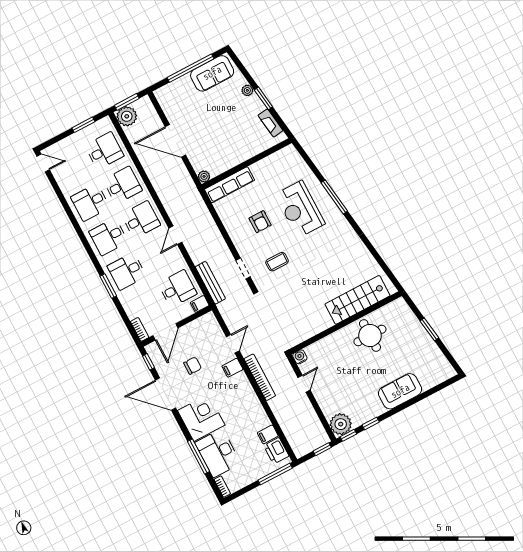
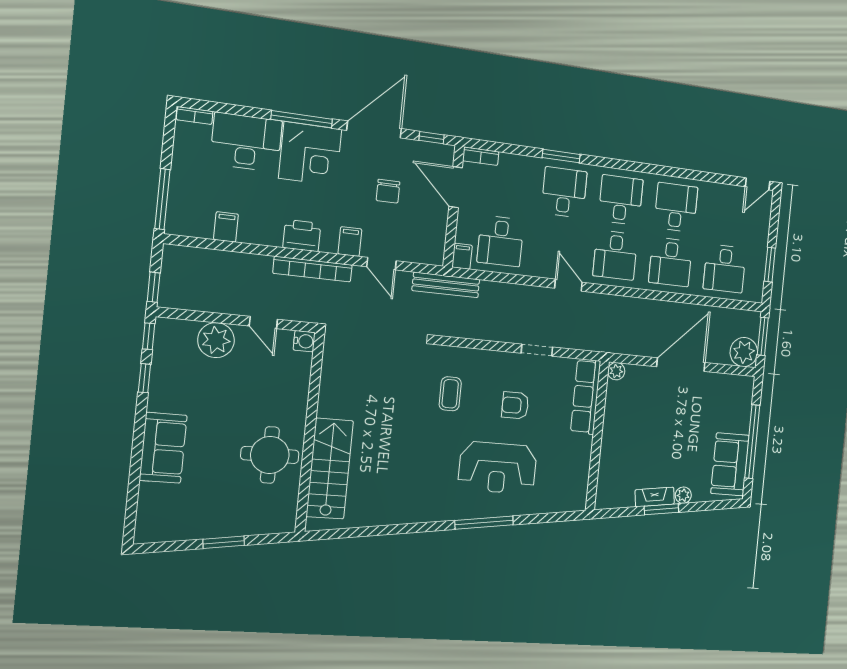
plant: (127, 116) -> (744, 352), moved
fireplace: (270, 123) -> (655, 497), moved
reception desk: (300, 209) -> (498, 468), turned 180
doorway: (243, 269) -> (537, 350), moved
bench: (210, 283) -> (446, 285), moved
plant: (341, 424) -> (216, 340), moved
printer: (276, 451) -> (302, 236), moved
window: (199, 456) -> (302, 119), moved

